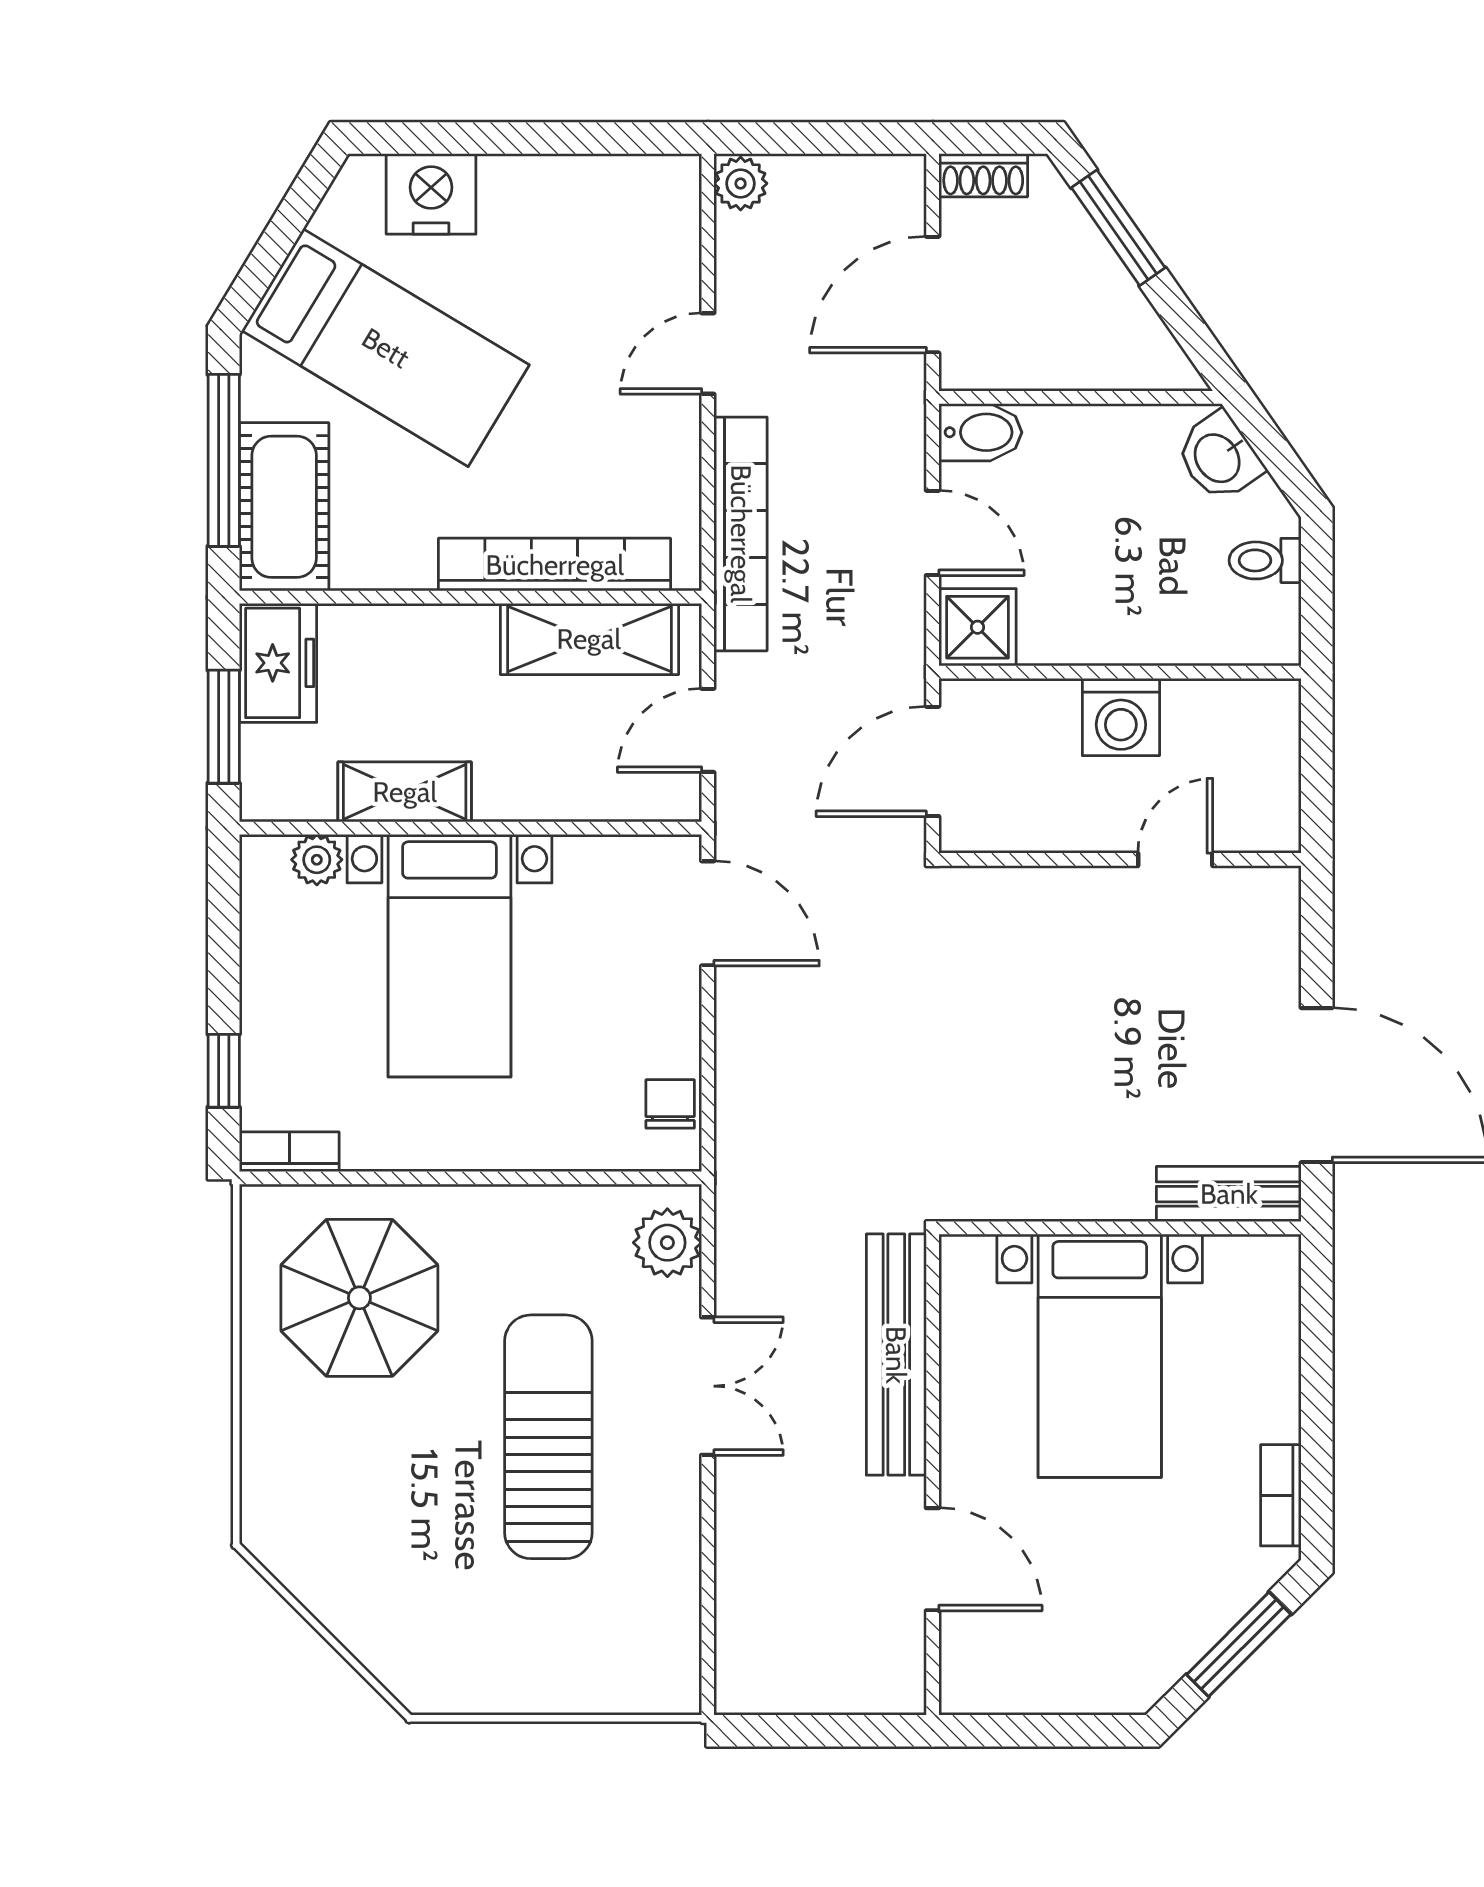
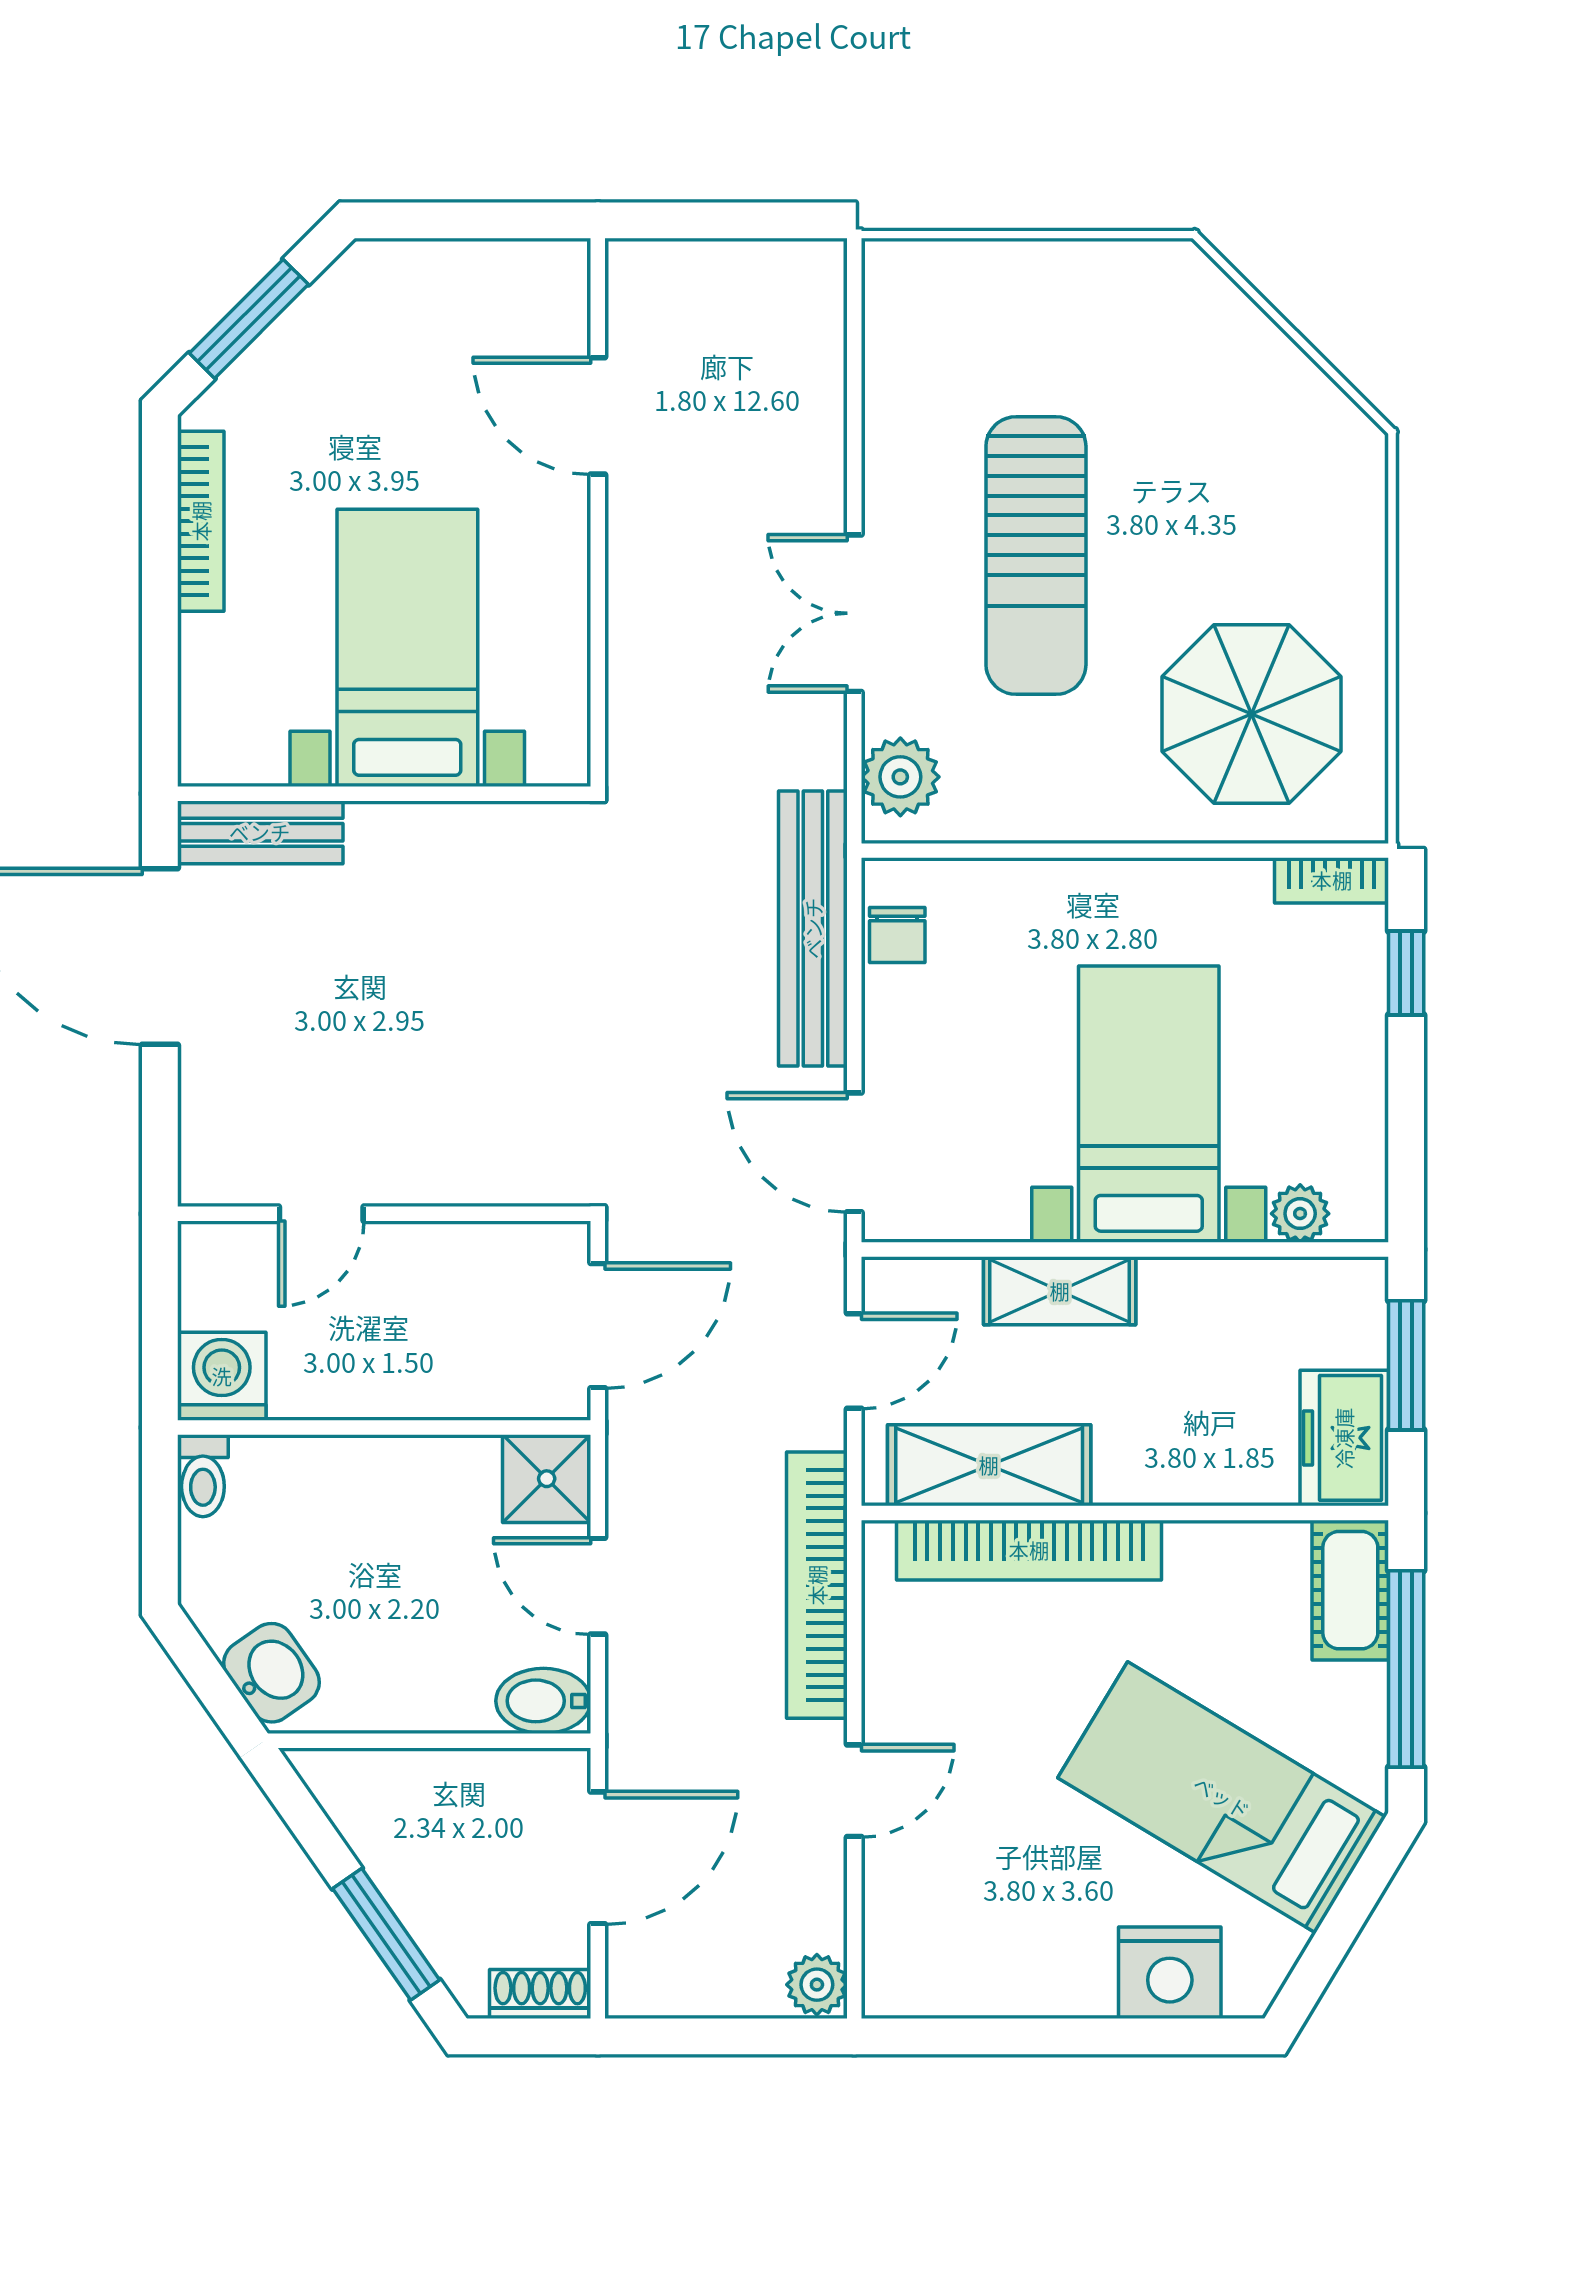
cot: (284, 507) -> (1350, 1590), width x0.73, depth x0.75
toilet: (1265, 560) -> (203, 1476), moved, turned 90
washing machine: (1121, 717) -> (222, 1376), moved
shelving: (405, 792) -> (1060, 1291), moved
bench: (896, 1355) -> (813, 928), moved
bookcase: (1281, 1495) -> (201, 521), width x1.56

